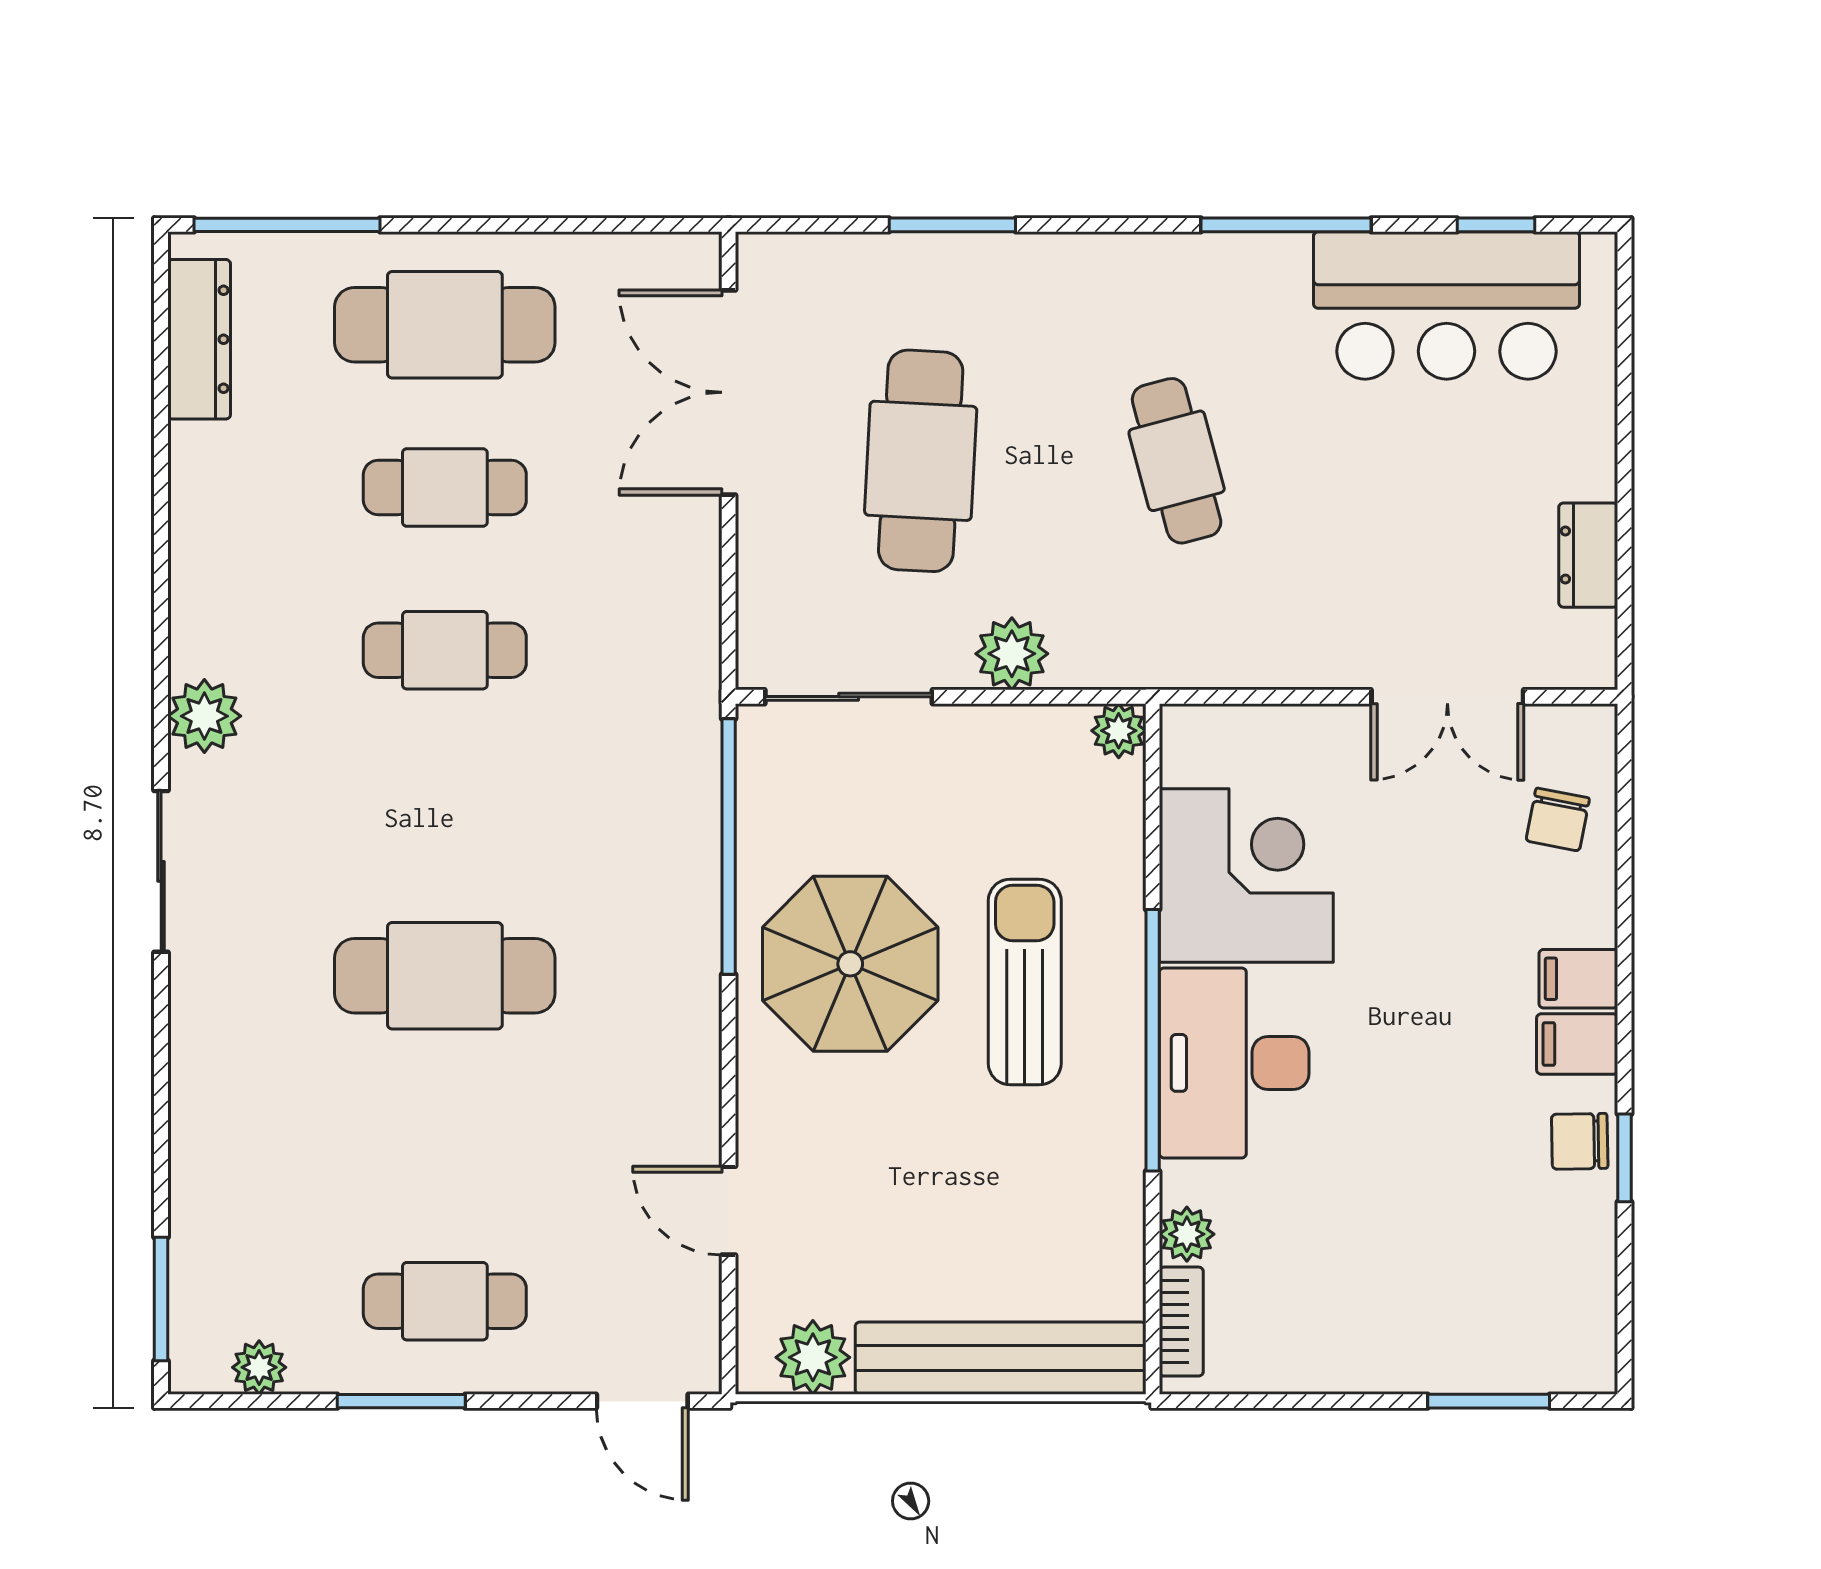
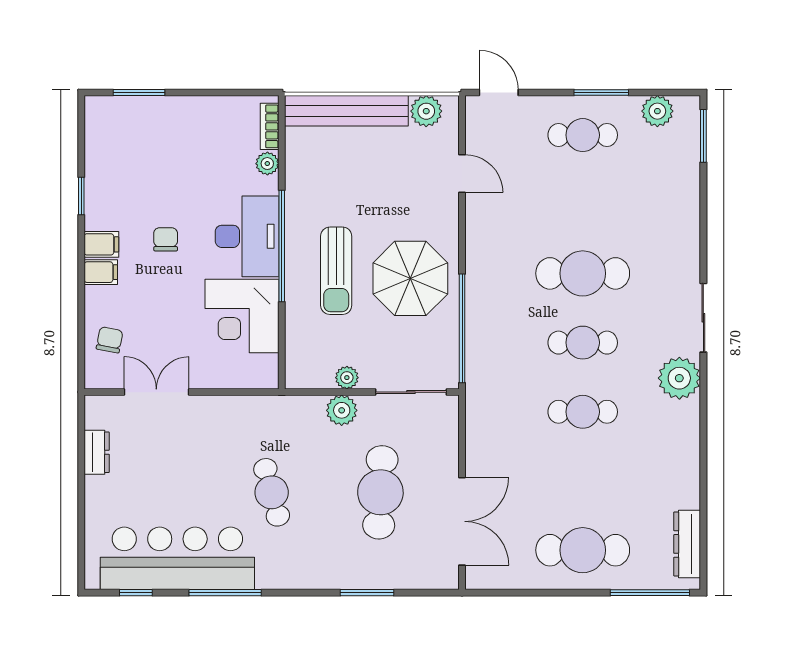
bar counter: (1447, 306) -> (177, 558), width x1.36
cafe table: (445, 487) -> (583, 343), moved
plant: (204, 716) -> (679, 378), width x1.36, depth x1.36
plant: (1119, 731) -> (347, 378), moved
chair: (1580, 1141) -> (166, 239), moved, turned -89
plant: (259, 1367) -> (657, 111), width x1.38, depth x1.38

